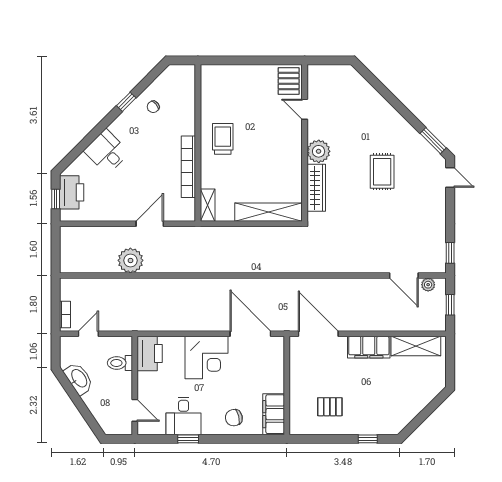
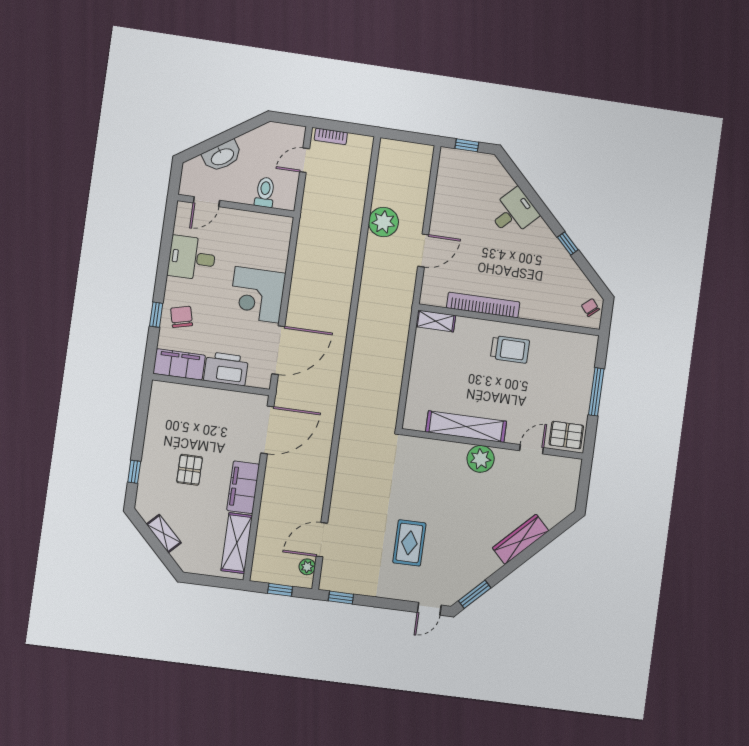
window: (249, 60) -> (596, 392), added
chair: (153, 107) -> (590, 307), moved
rug: (382, 172) -> (409, 543), moved, turned 90
wardrobe: (316, 188) -> (521, 539), moved, turned 135
printer: (72, 192) -> (472, 165), removed
shelving: (268, 212) -> (466, 427), moved, turned 90
door: (150, 224) -> (423, 251), hinge flipped
door: (88, 334) -> (305, 160), swing flipped
printer: (150, 353) -> (226, 369), moved, turned 180
washbasin: (79, 379) -> (222, 156), moved
pallet: (330, 407) -> (190, 470), moved
shelving: (416, 407) -> (164, 534), added
window: (188, 439) -> (156, 315), moved

